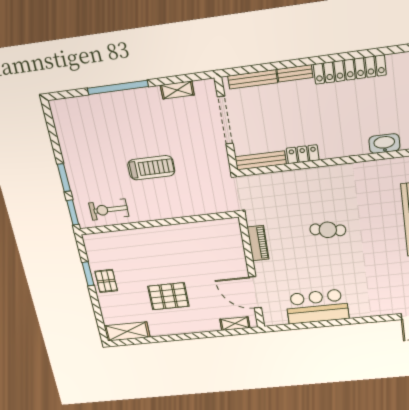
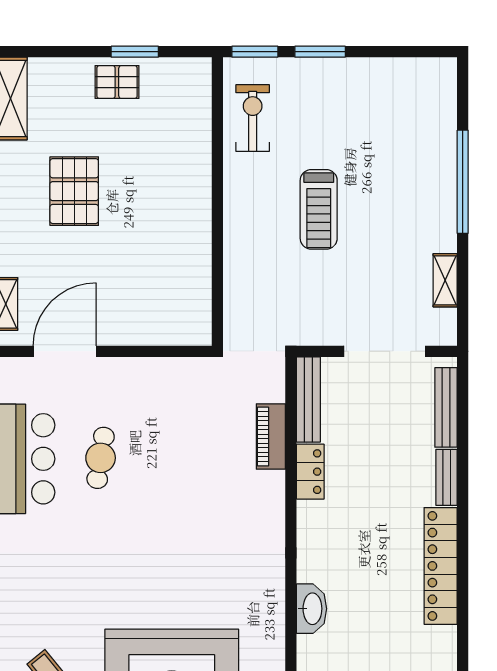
cafe table: (328, 230) -> (101, 458), moved
piano: (258, 243) -> (271, 437), moved, turned 90

